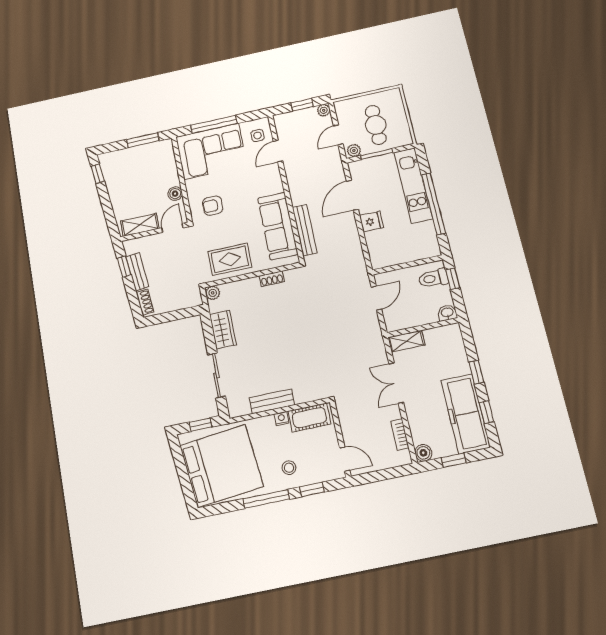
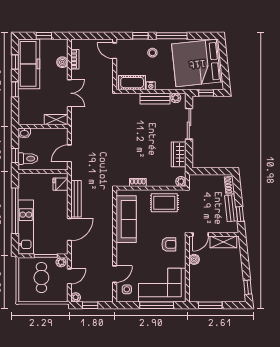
fridge: (371, 222) -> (60, 184), moved
bench: (305, 230) -> (76, 199), moved
plant: (242, 409) -> (176, 98), added
boiler: (423, 453) -> (62, 62), moved

